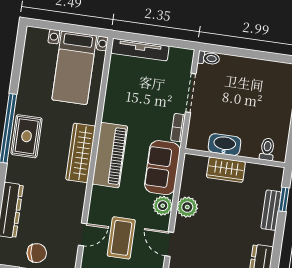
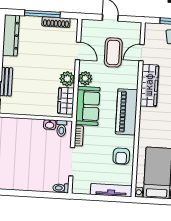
armchair: (122, 95) -> (121, 156), added
washbasin: (224, 145) -> (50, 125), width x0.52, depth x0.69
toilet: (267, 149) -> (61, 128), moved
wardrobe: (81, 153) -> (149, 85), moved
wardrobe: (226, 170) -> (66, 101), moved, turned -90

